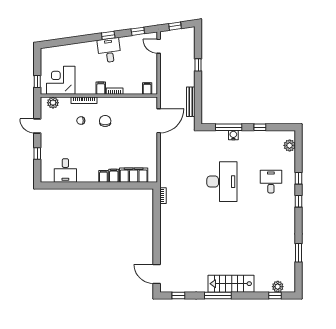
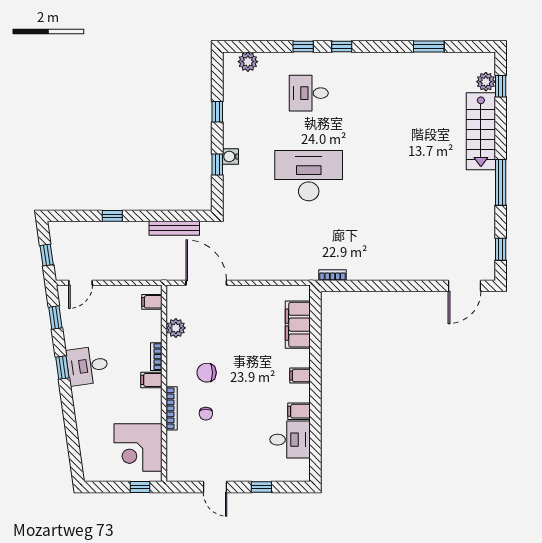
plant: (53, 103) -> (176, 328), moved
door: (37, 126) -> (215, 487), hinge flipped
window: (229, 127) -> (217, 164), width x0.46
filing cabinet: (114, 176) -> (299, 411), moved
stairs: (231, 284) -> (481, 131), moved

